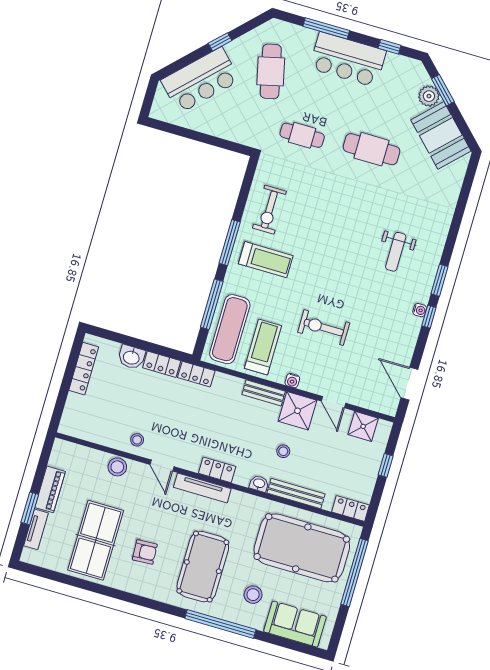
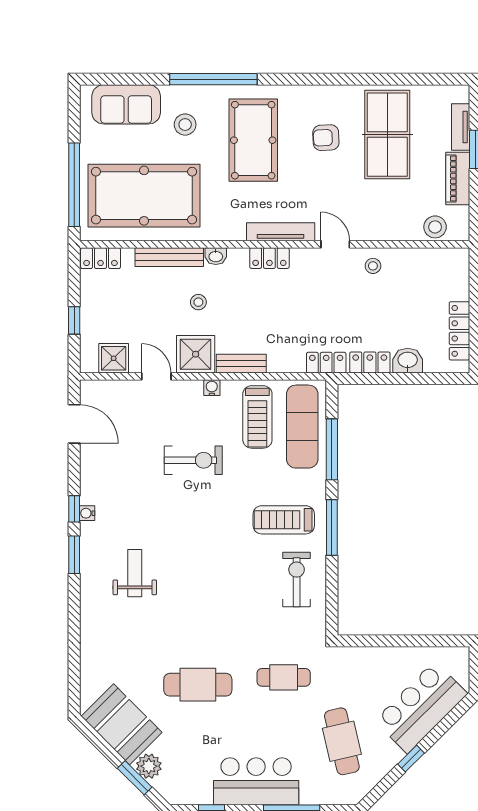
stool: (117, 467) -> (435, 227), moved

